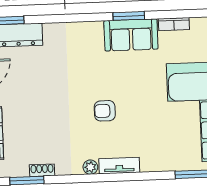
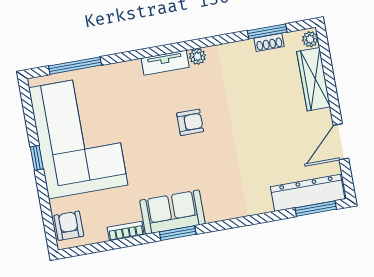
shoe rack: (42, 170) -> (269, 42), moved

